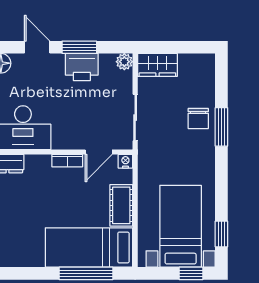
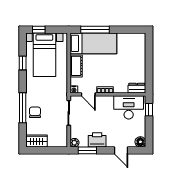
window: (79, 47) -> (87, 150), moved
wardrobe: (157, 65) -> (37, 141), moved
window: (221, 127) -> (23, 108), width x1.44
door: (99, 152) -> (88, 94), swing flipped
window: (221, 234) -> (23, 63), moved

